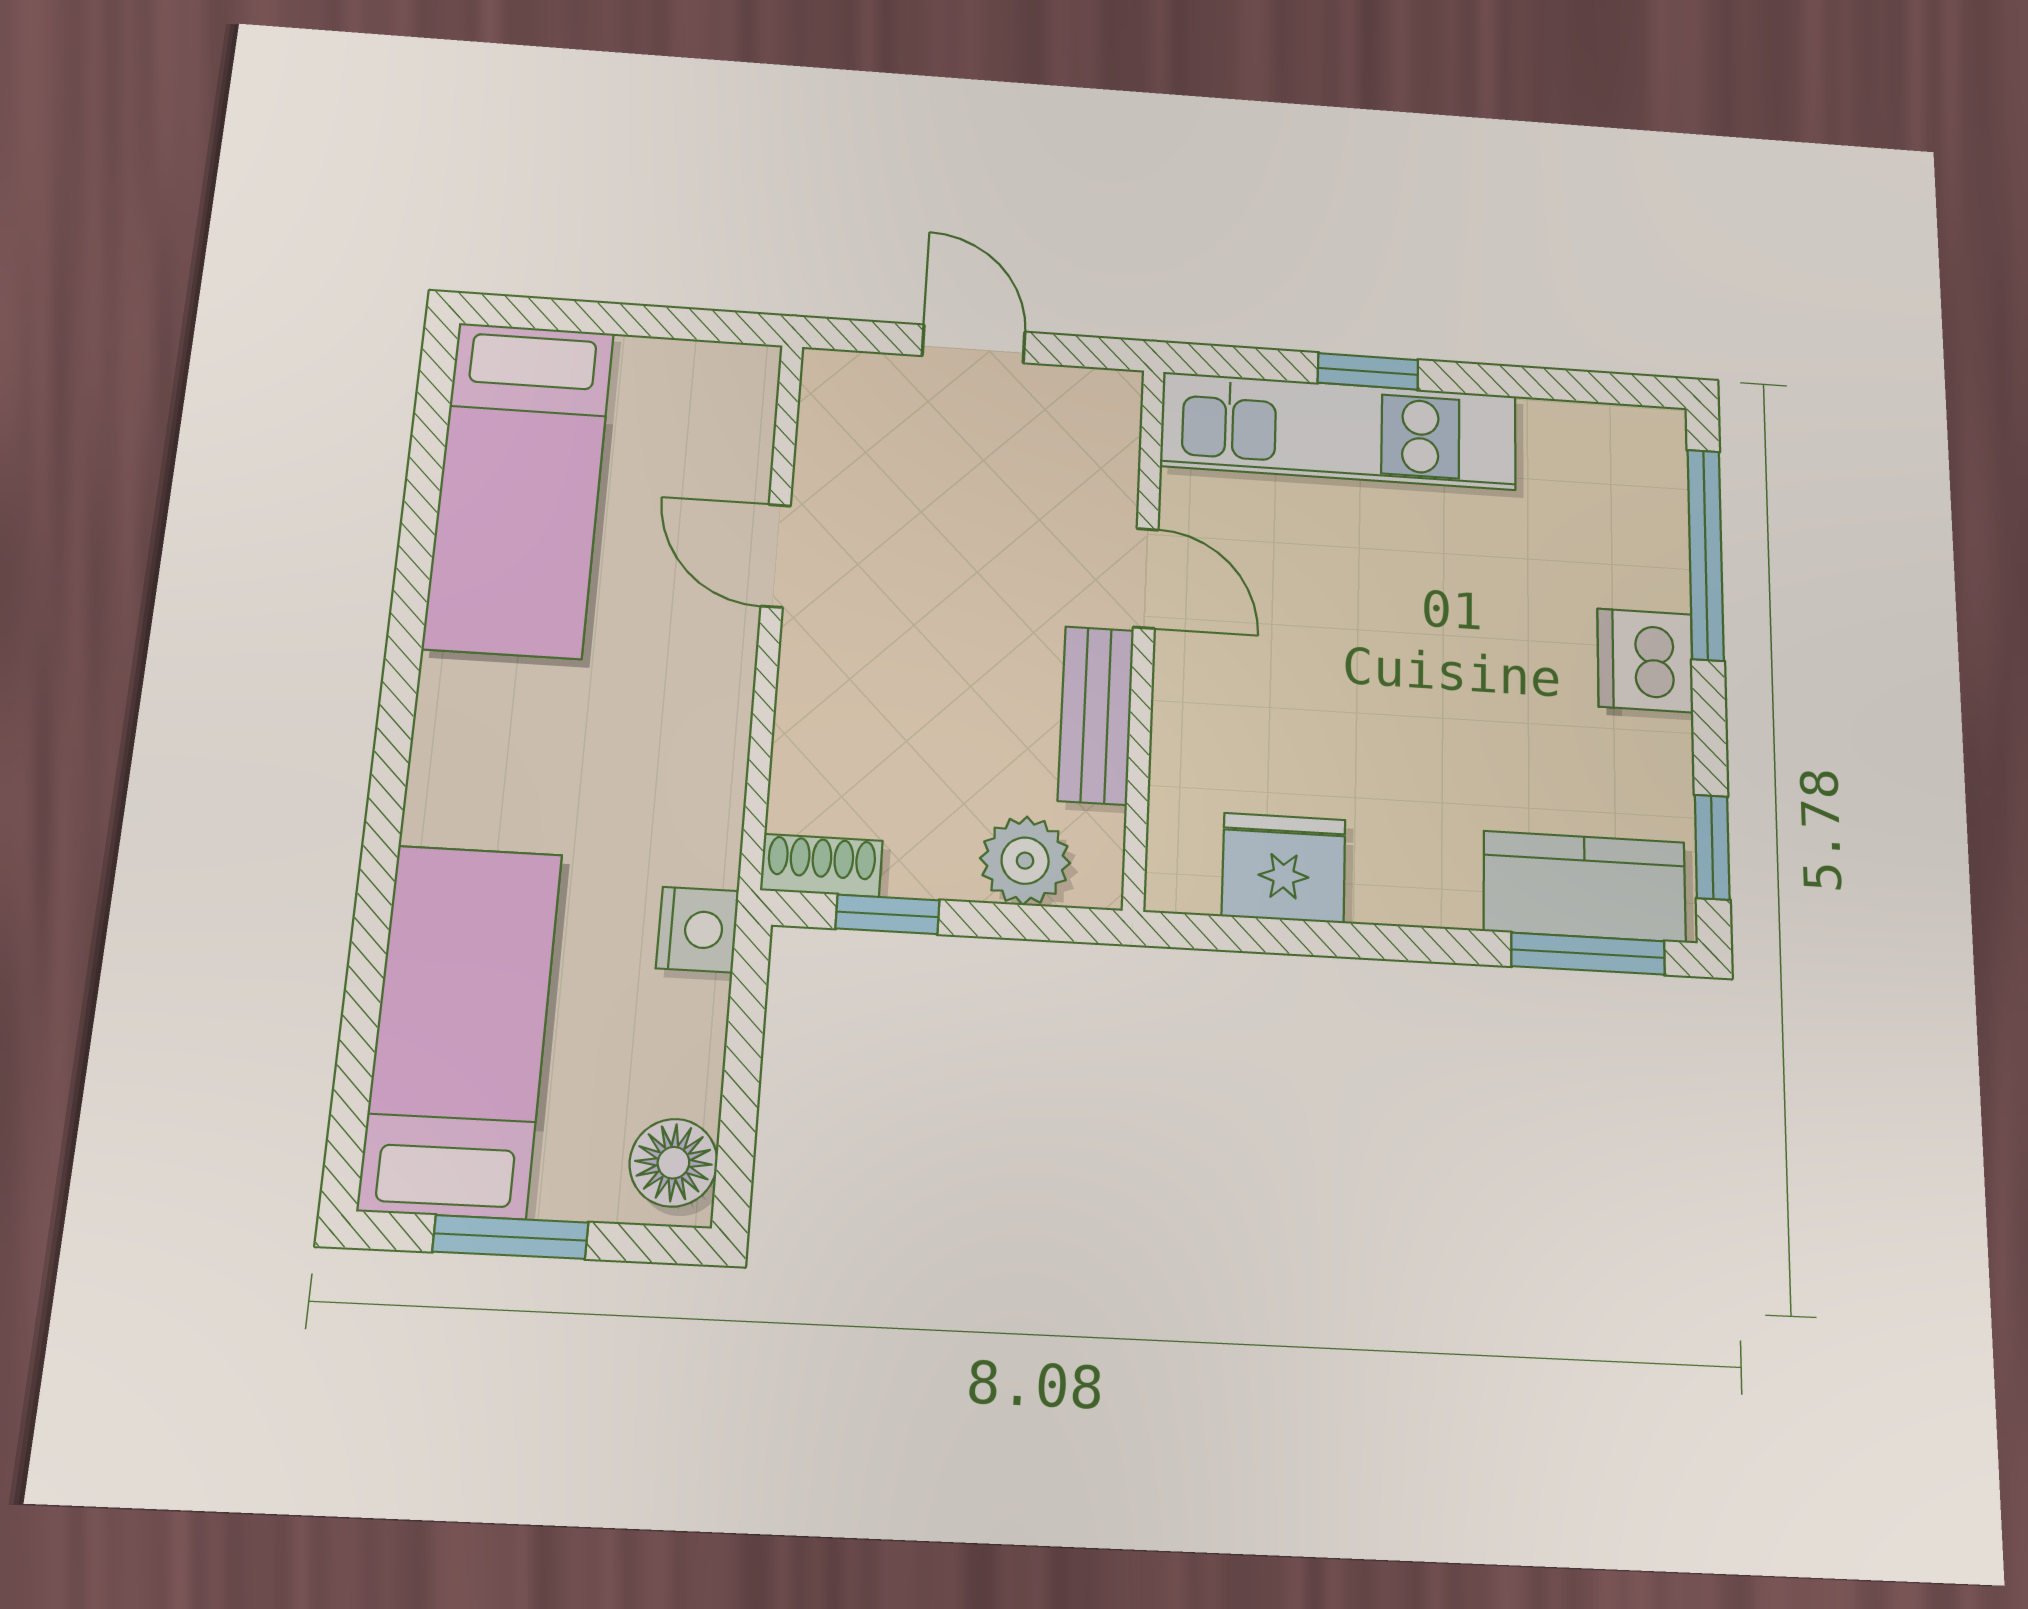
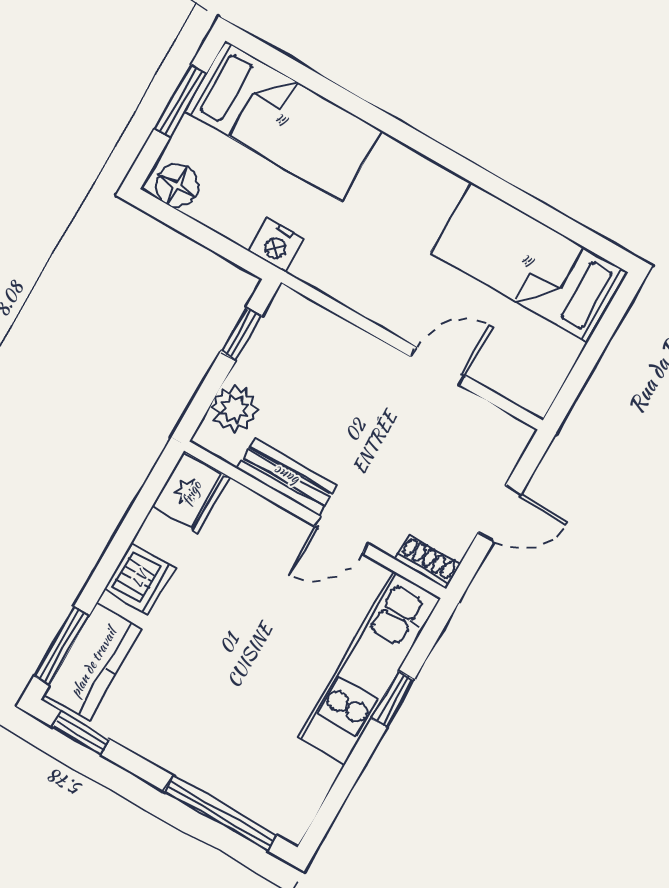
dishwasher: (1645, 660) -> (139, 579), moved, turned 90
shoe rack: (821, 865) -> (427, 561), moved, turned -90
fridge: (1284, 868) -> (191, 493), moved

